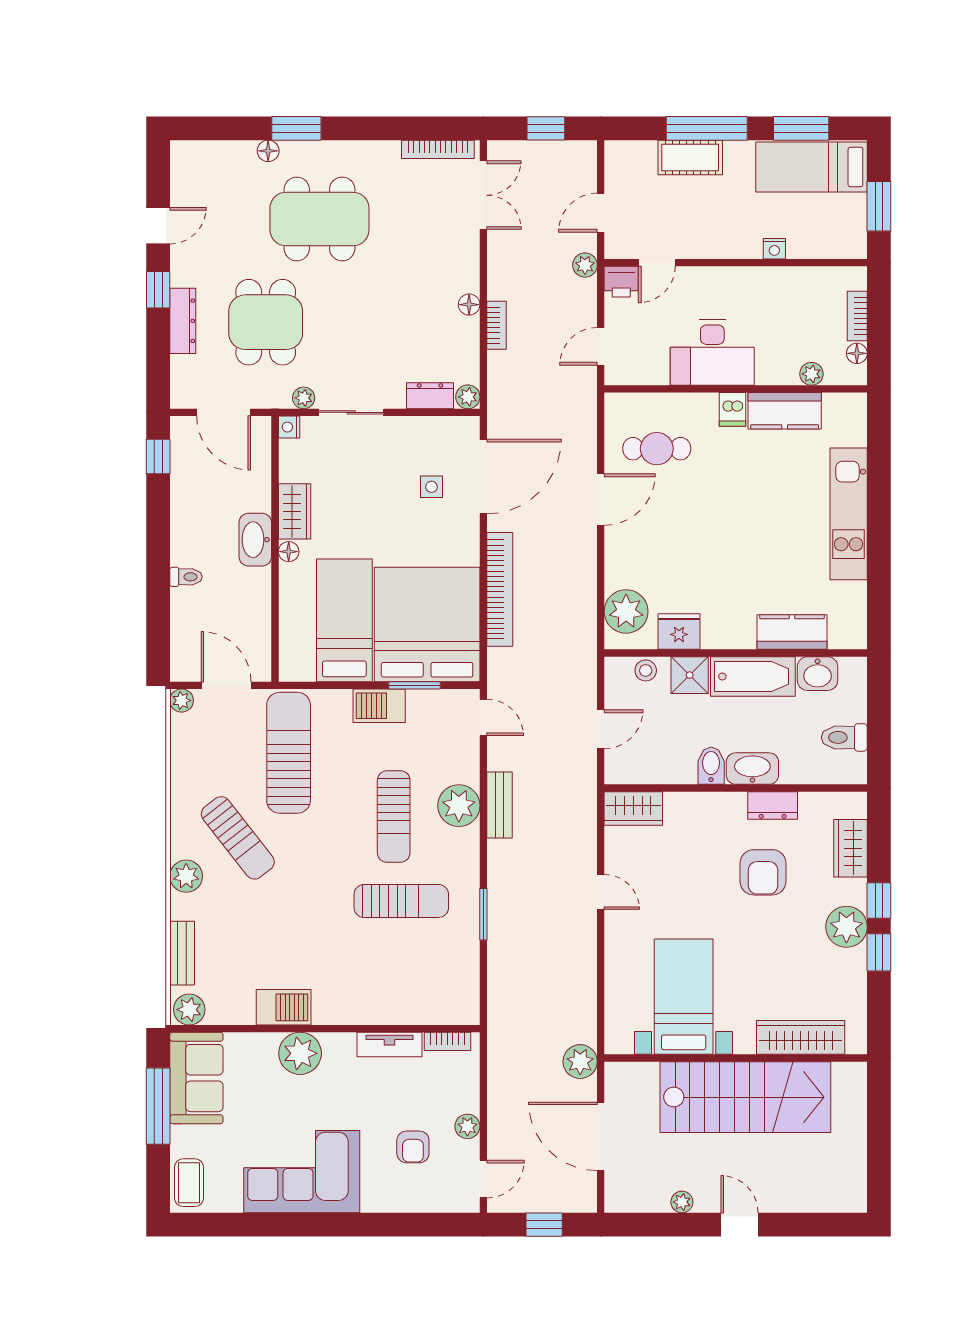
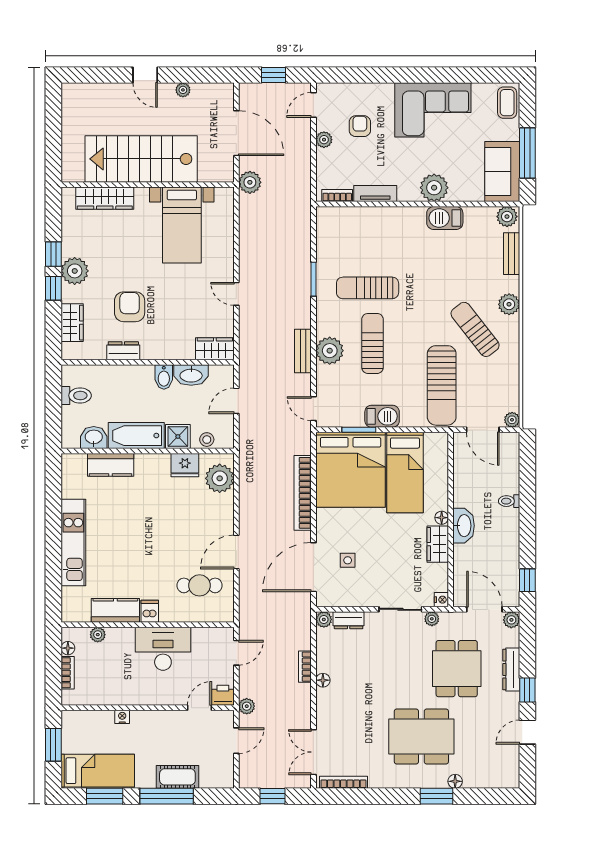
plant: (182, 396) -> (511, 620), added
washbasin: (752, 769) -> (191, 375), moved

